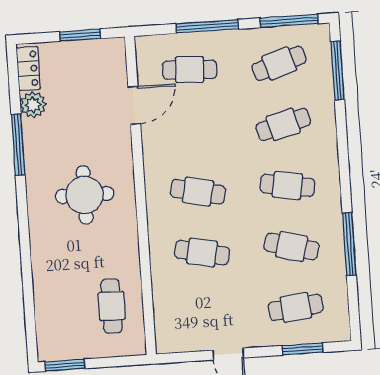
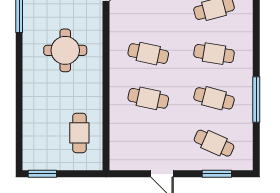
cafe table: (296, 307) -> (214, 143), turned 30

